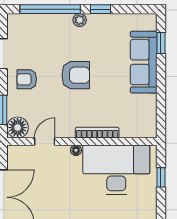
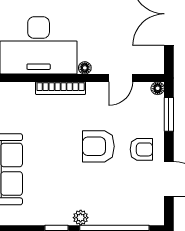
armchair: (76, 75) -> (98, 146), moved
floor lamp: (18, 128) -> (158, 88), width x0.53, depth x0.53

